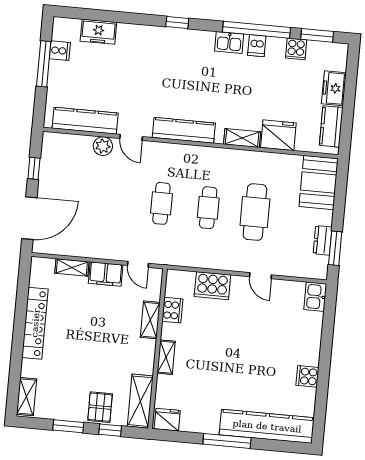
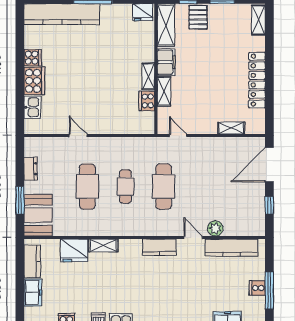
cooker: (60, 51) -> (257, 288), moved
kitchen counter: (184, 130) -> (159, 247), width x0.67
cafe table: (161, 203) -> (164, 186), width x1.37, depth x1.35
window: (335, 248) -> (20, 200), moved
filing cabinet: (106, 274) -> (166, 62), moved, turned 90
cooker: (212, 286) -> (34, 81), moved, turned 90
kitchen sink: (315, 297) -> (32, 107), moved
shelving: (166, 357) -> (148, 76), moved

